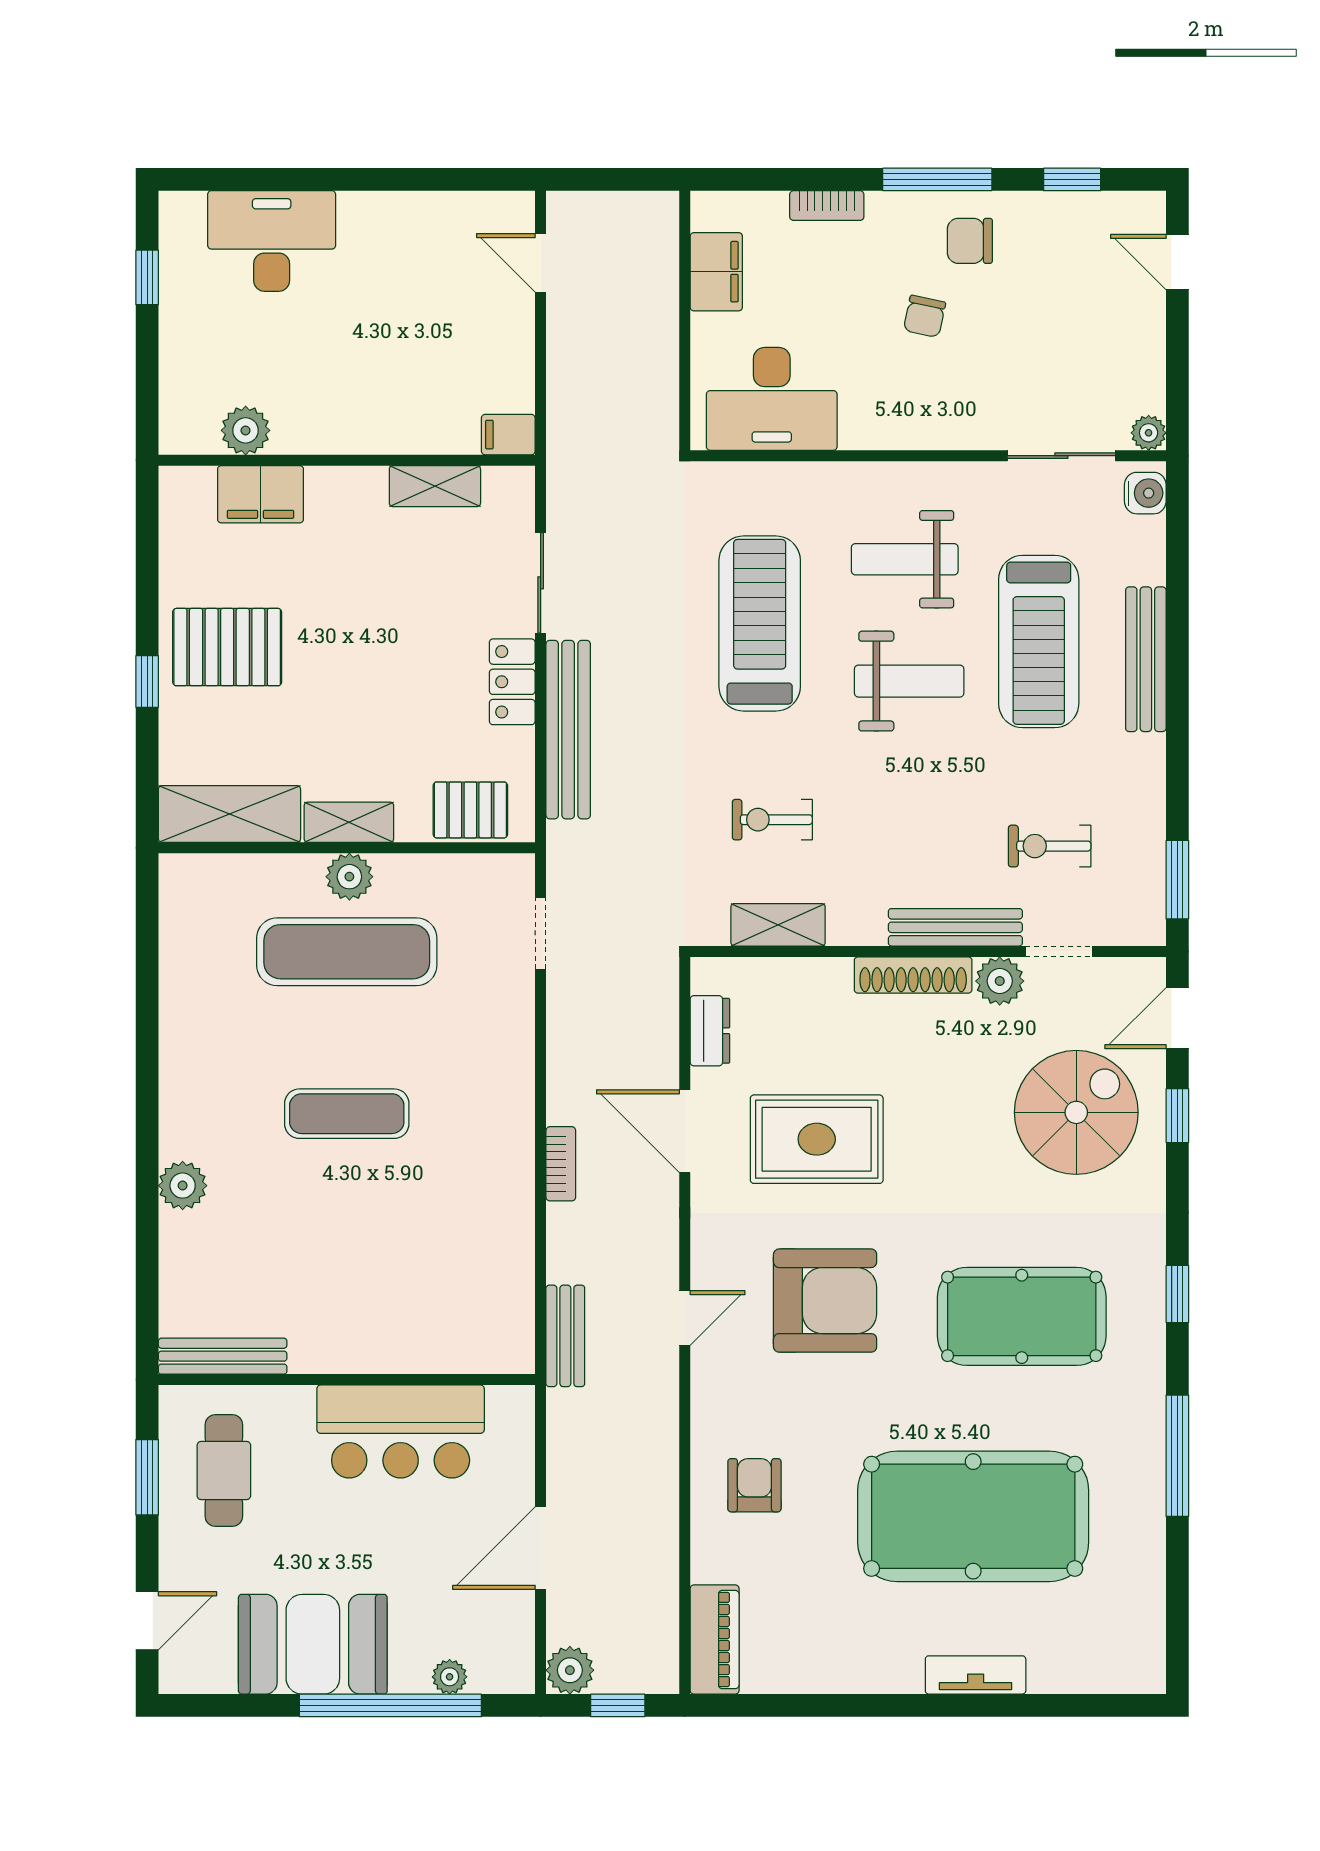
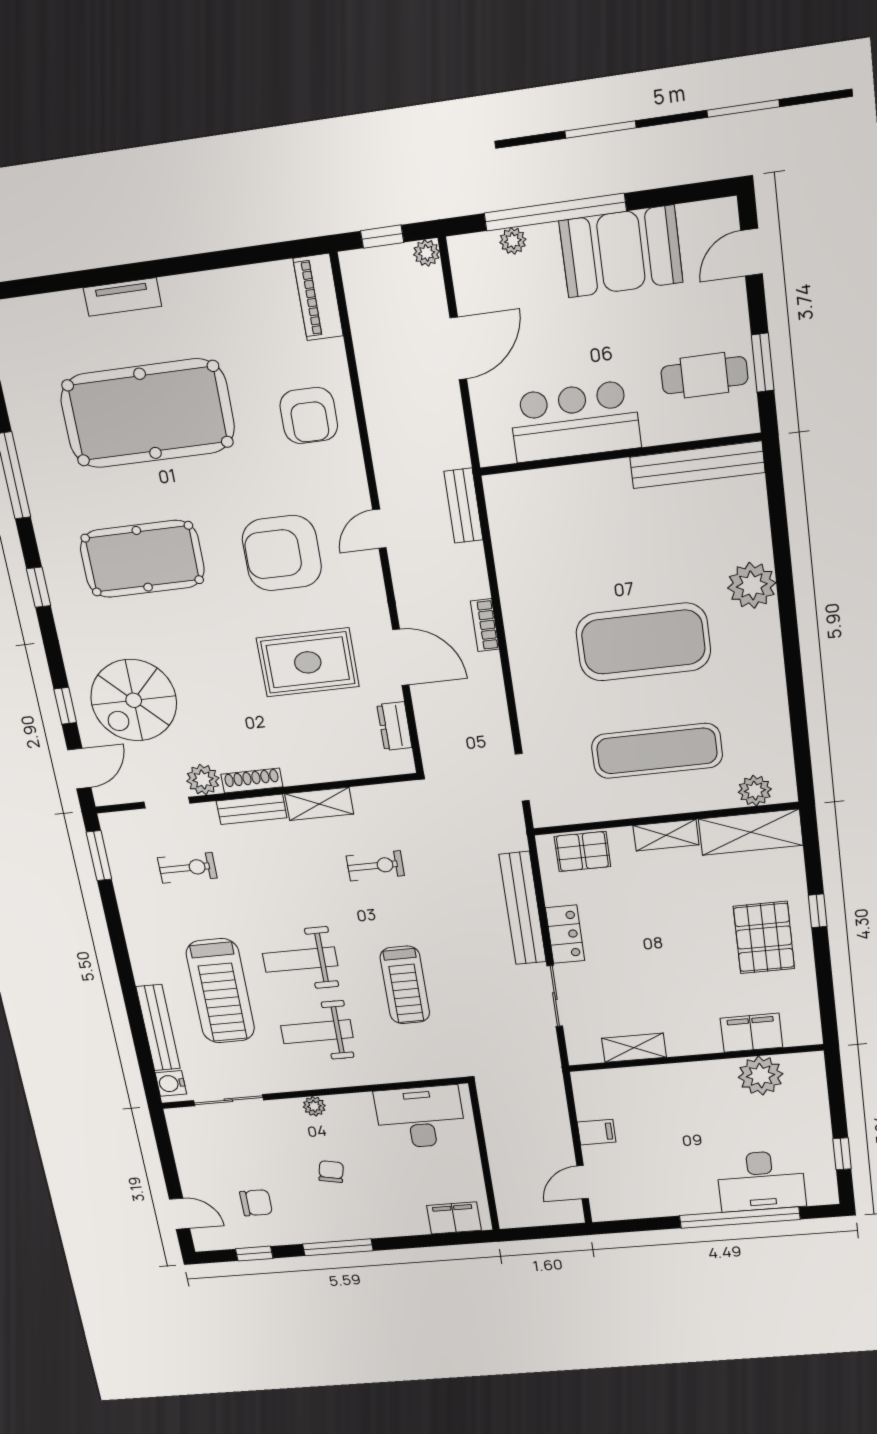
window: (310, 179) -> (740, 1218), added
bookcase: (827, 206) -> (404, 1228), removed
chair: (970, 241) -> (256, 1203), moved
door: (541, 263) -> (583, 1182), swing flipped
filing cabinet: (716, 272) -> (454, 1218), moved, turned 90
plant: (246, 430) -> (761, 1076), width x1.36, depth x1.36
plant: (1149, 433) -> (314, 1106), moved
filing cabinet: (508, 435) -> (597, 1132), moved
weight bench: (905, 559) -> (317, 1032), turned 180
treadmill: (760, 624) -> (405, 985), width x0.73, depth x0.73
treadmill: (1039, 641) -> (220, 991), turned 180
pallet: (227, 647) -> (764, 937), turned 90
bench: (1146, 659) -> (158, 1028), moved
plant: (349, 877) -> (755, 791), moved
shelving: (778, 925) -> (319, 804), moved
bench: (955, 927) -> (252, 809), width x0.73
shoe rack: (913, 975) -> (252, 781), width x0.74, depth x0.81
exercise mat: (347, 1114) -> (643, 642), width x2.00, depth x1.45
plant: (183, 1186) -> (752, 585), width x1.36, depth x1.36
bench: (223, 1356) -> (697, 465), width x1.37, depth x1.21
cafe table: (224, 1470) -> (704, 375), turned 90
armchair: (754, 1485) -> (309, 416), width x1.38, depth x1.38
plant: (570, 1670) -> (427, 253), width x0.73, depth x0.73

